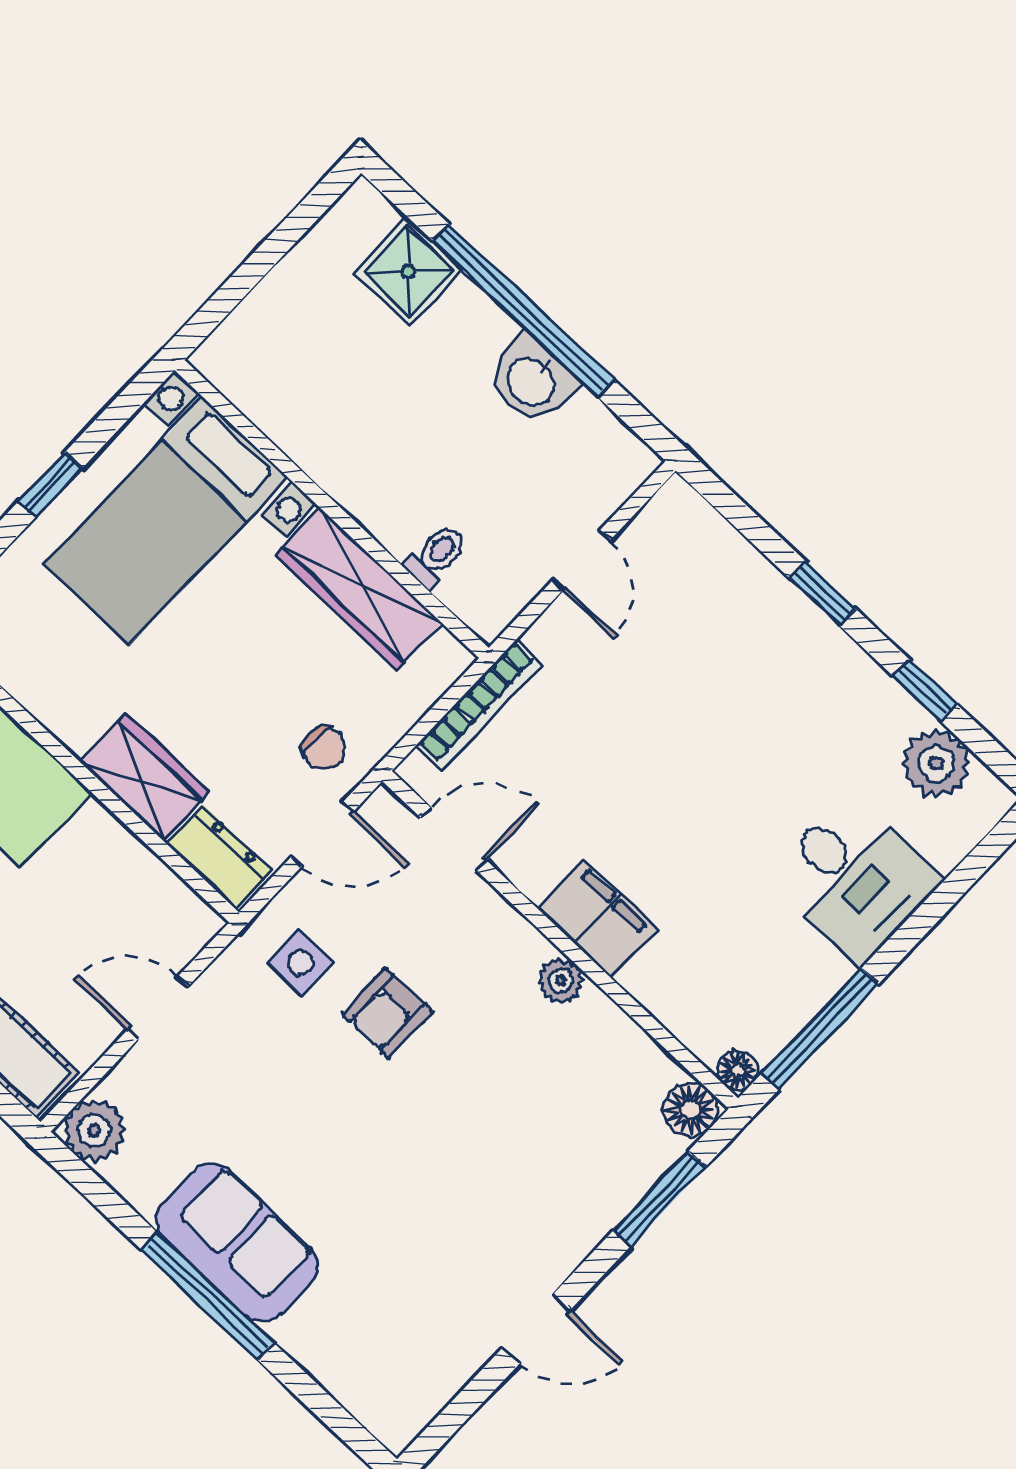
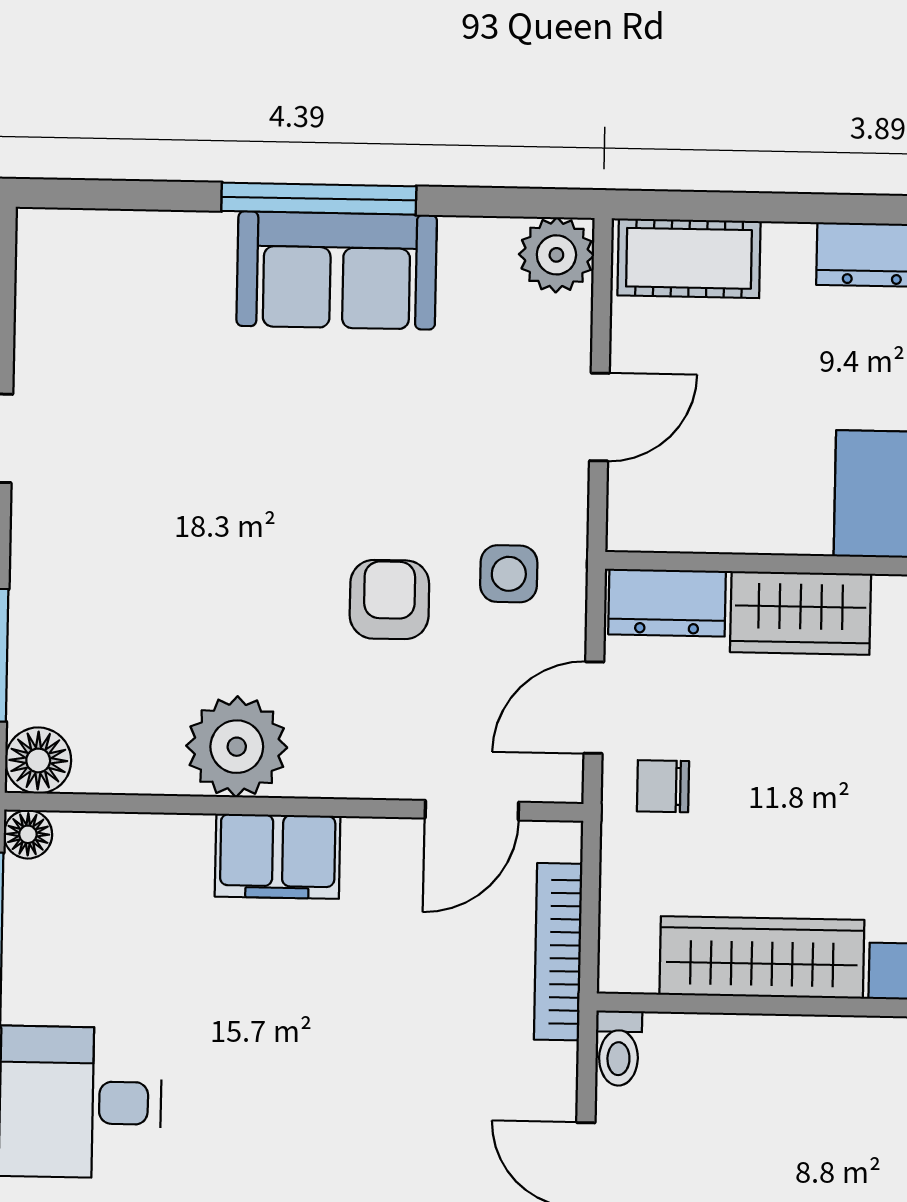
toilet: (436, 556) -> (619, 1048), moved
plant: (561, 981) -> (237, 747), width x1.87, depth x1.87

